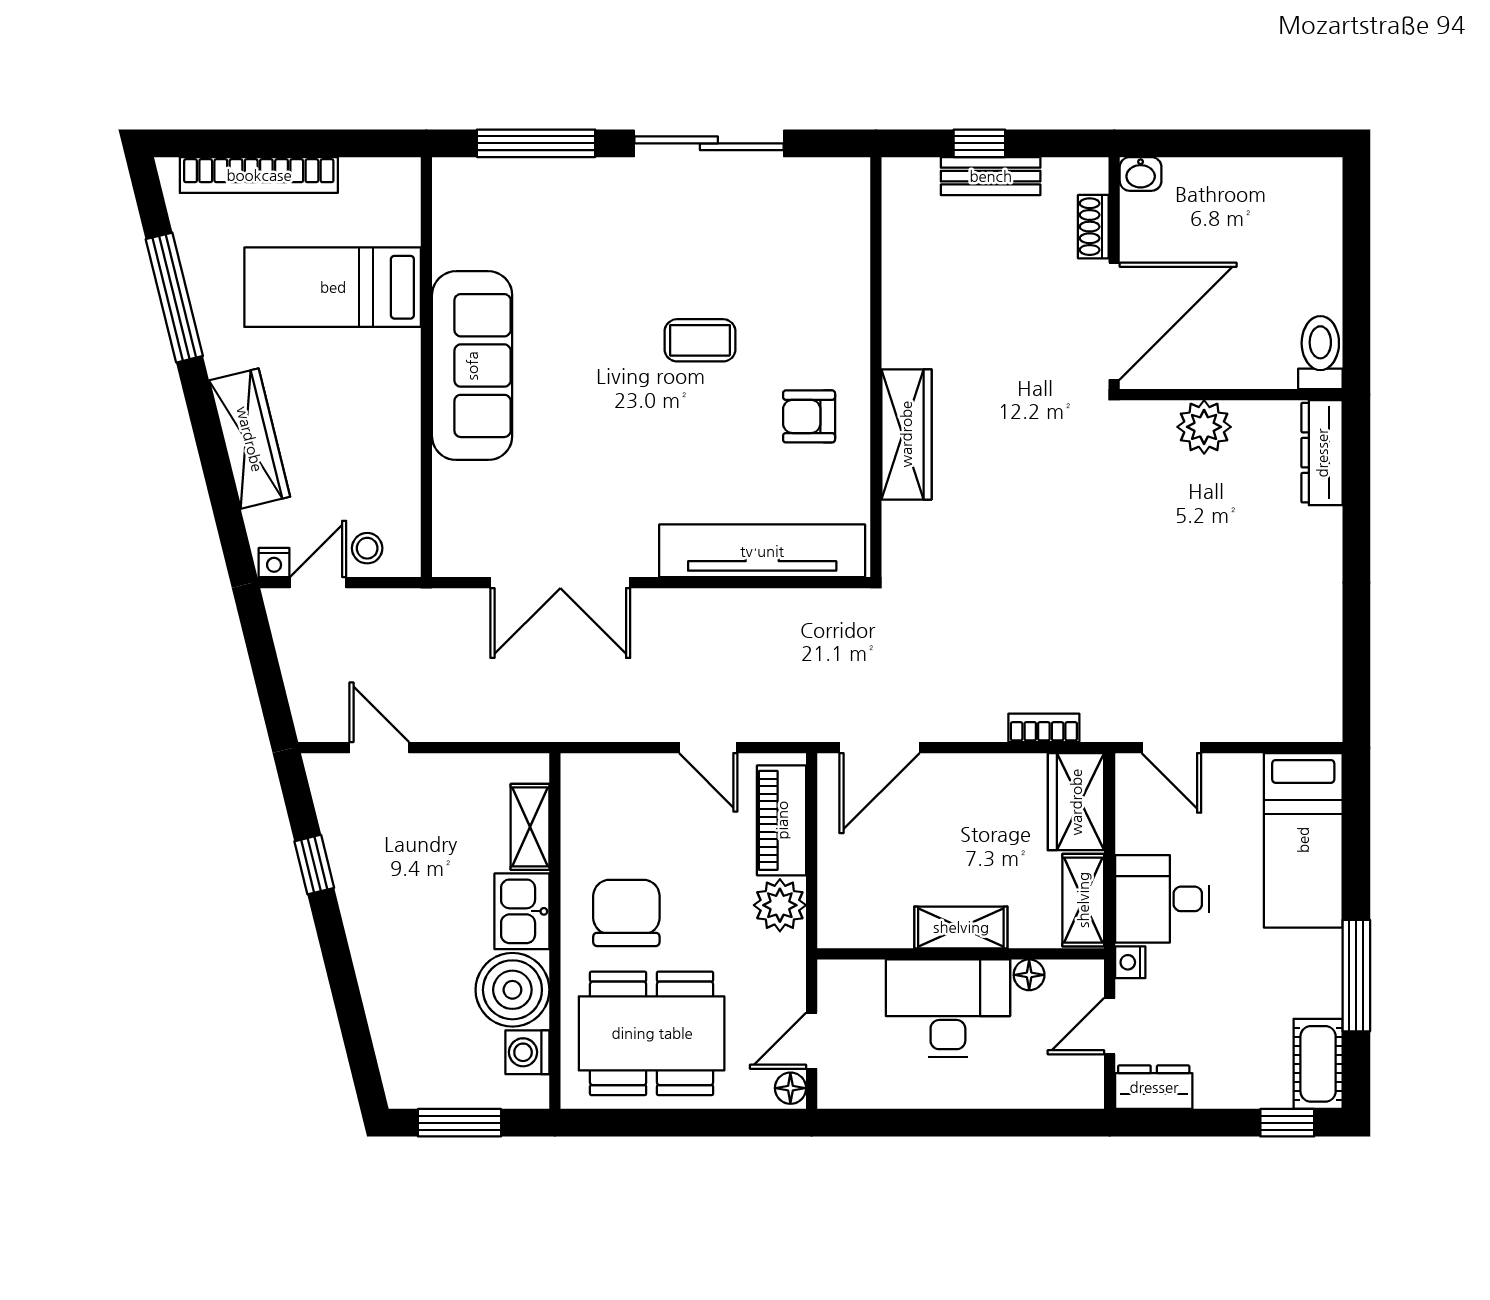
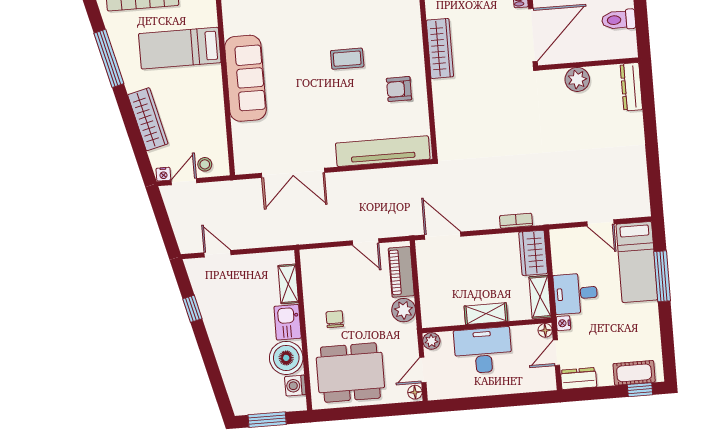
toilet: (1320, 353) -> (619, 20), moved, turned -90
wardrobe: (906, 434) -> (440, 48), moved
door: (880, 748) -> (443, 236), swing flipped
door: (1171, 748) -> (600, 223), moved
chair: (626, 913) -> (335, 319), width x0.54, depth x0.54
floor lamp: (1029, 975) -> (545, 330), moved
window: (1356, 976) -> (662, 276), moved
plant: (836, 978) -> (431, 341), added
cot: (1318, 1064) -> (634, 373), moved, turned 90

